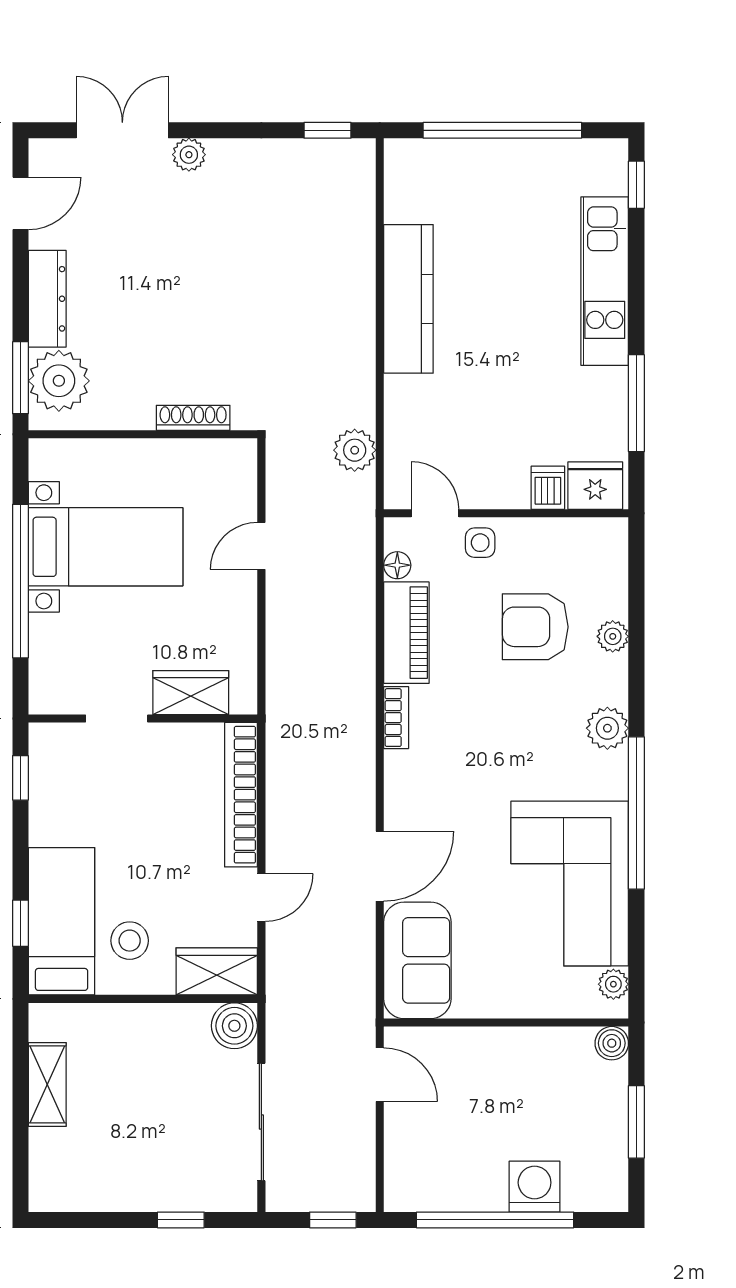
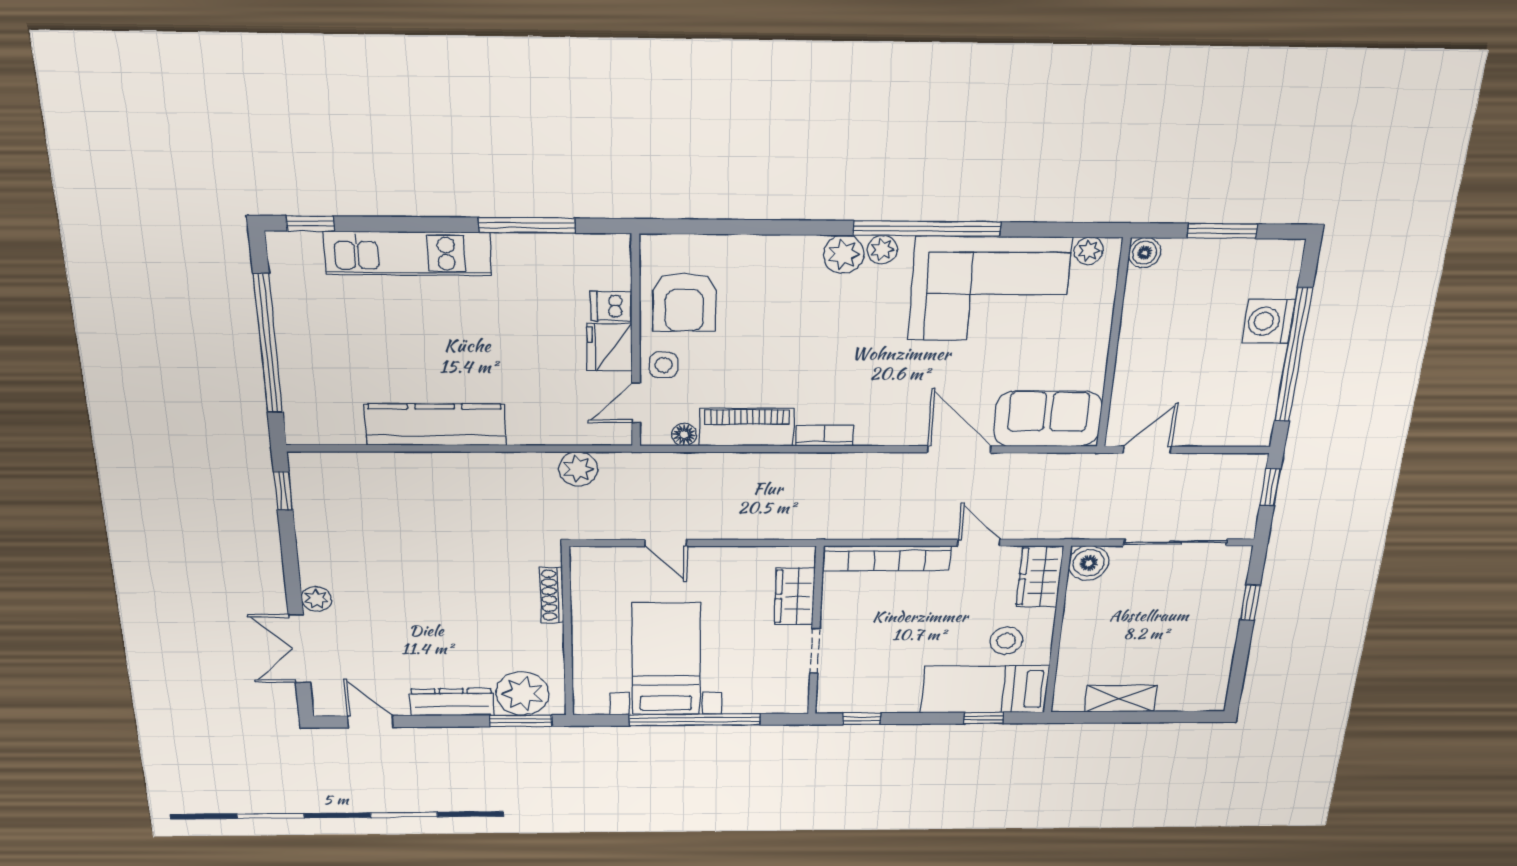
fridge: (595, 486) -> (610, 347), moved
armchair: (535, 627) -> (684, 302), moved
plant: (613, 636) -> (882, 250), moved

